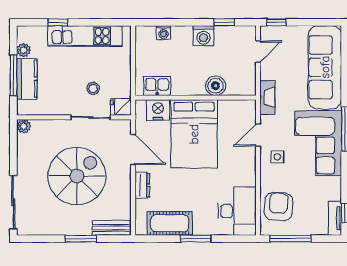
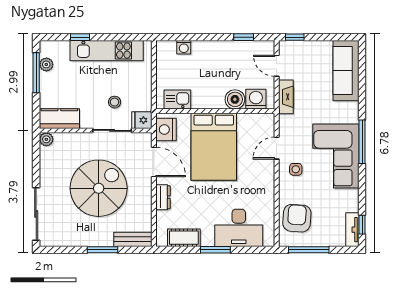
washing machine: (203, 36) -> (256, 99), moved, turned 180
door: (258, 52) -> (277, 66), swing flipped
sofa: (325, 67) -> (346, 71), width x0.74, depth x0.79
window: (13, 75) -> (36, 73), moved
kitchen counter: (27, 79) -> (59, 119), moved, turned -90
fireplace: (267, 97) -> (286, 97), moved
nightstand: (158, 110) -> (166, 130), moved, turned -90
desk: (237, 211) -> (239, 228), moved, turned 90
cot: (170, 223) -> (184, 238), width x0.73, depth x0.75

